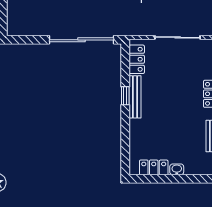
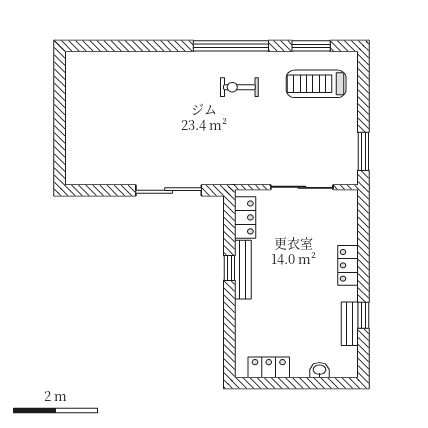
sliding door: (81, 40) -> (169, 190), width x0.73
washbasin: (177, 169) -> (319, 370), moved

